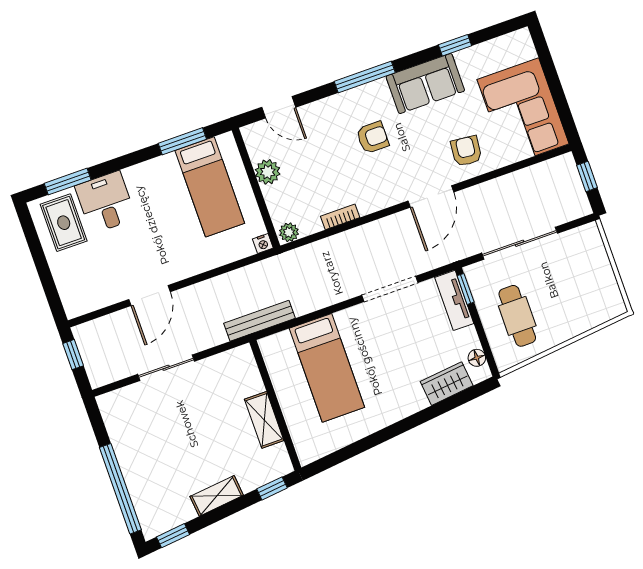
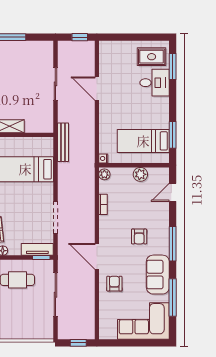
window: (455, 45) -> (173, 297), width x2.17
corner sofa: (523, 112) -> (143, 321), moved
armchair: (466, 151) -> (114, 284), turned -96

